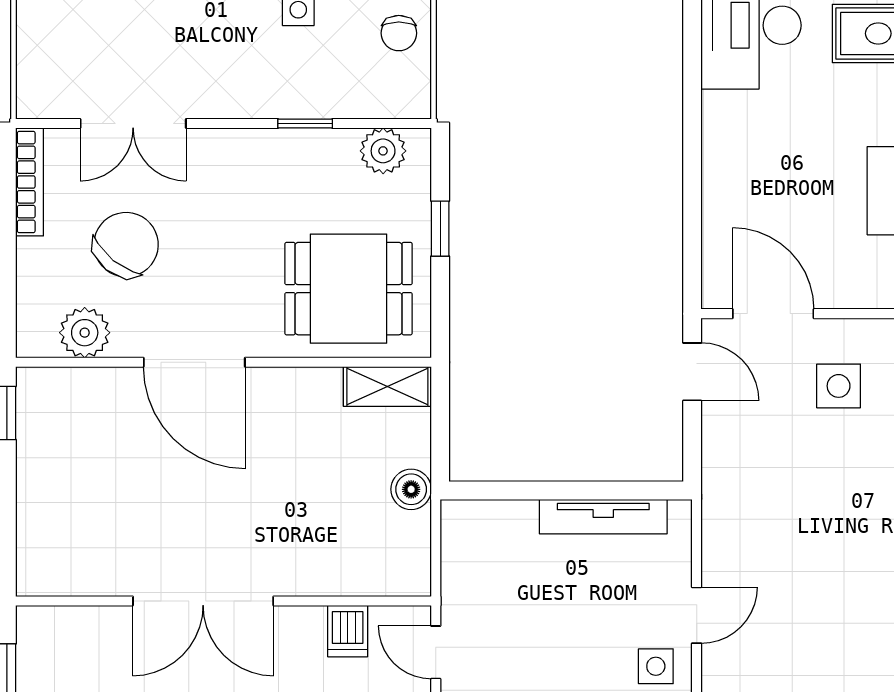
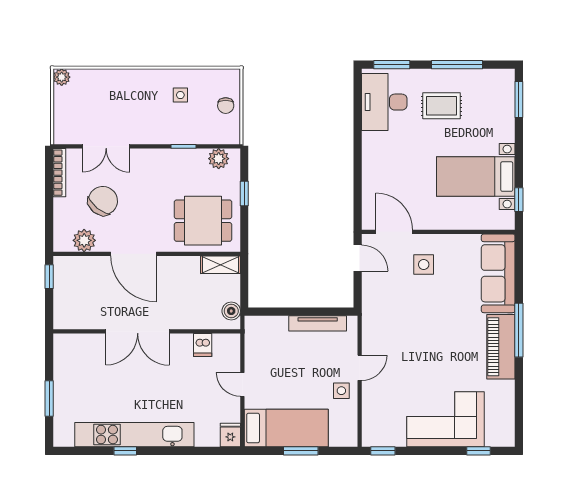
double door: (203, 601) -> (138, 331), moved
wall: (224, 601) -> (147, 331), moved
dishwasher: (348, 631) -> (203, 345), moved

